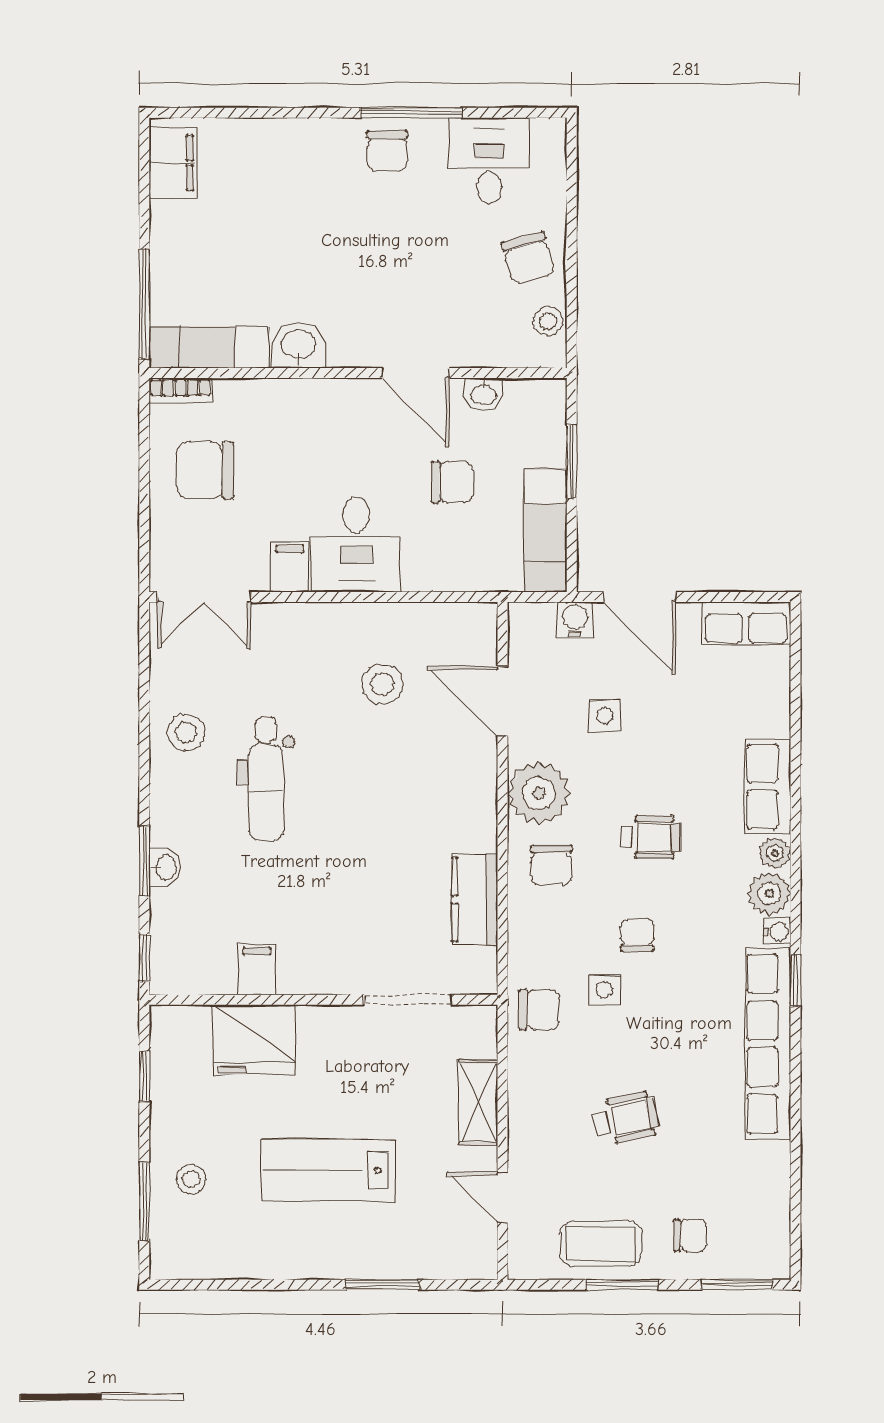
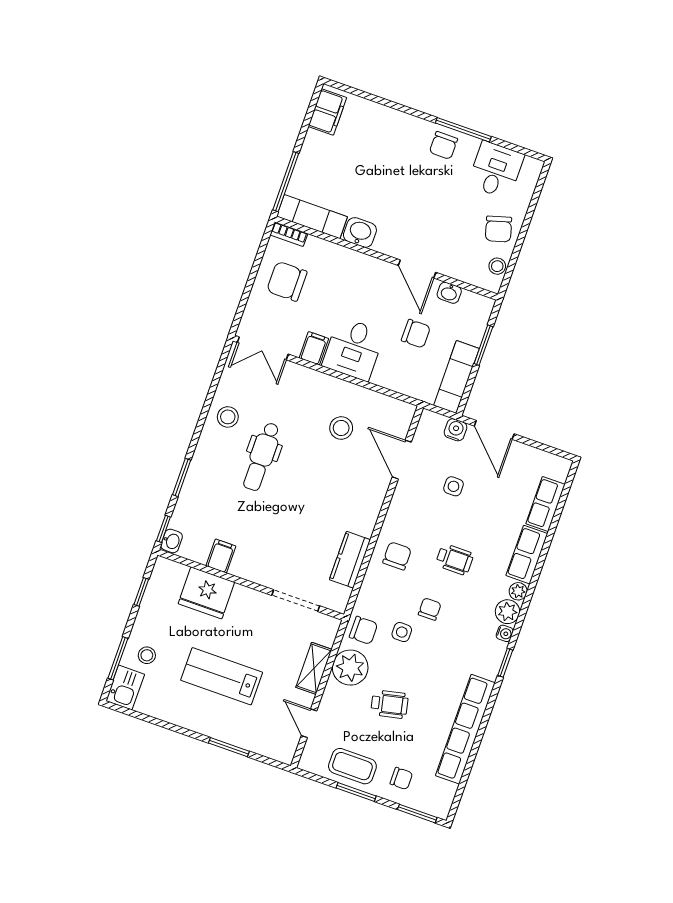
row of seats: (746, 623) -> (545, 504), moved, turned 90
plant: (539, 793) -> (350, 668), moved
chair: (551, 865) -> (397, 556), turned 180
washbasin: (165, 867) -> (172, 541), moved
row of seats: (768, 1044) -> (465, 729), moved
kitchen sink: (174, 1246) -> (125, 688), added

